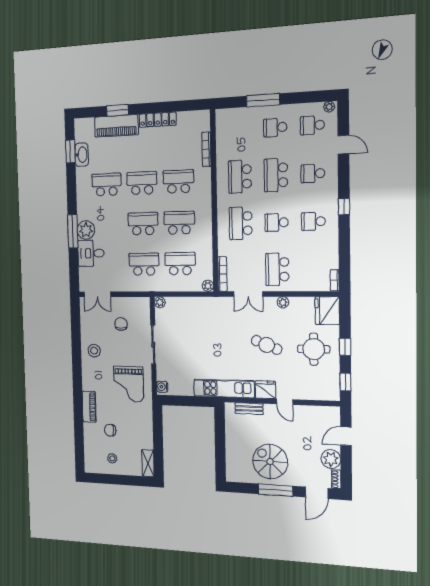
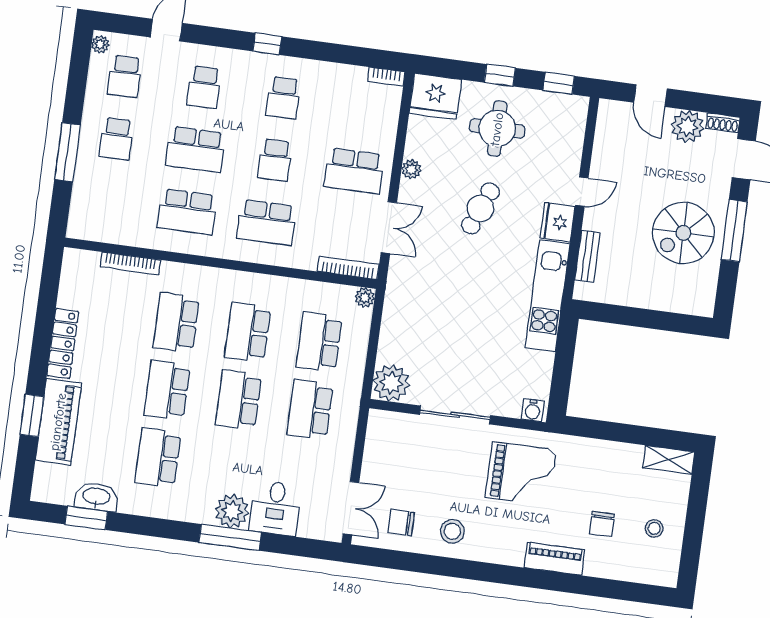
plant: (160, 302) -> (391, 383), width x1.87, depth x1.87
chair: (121, 324) -> (401, 523), moved

